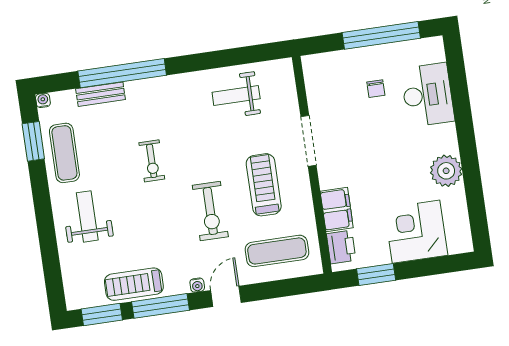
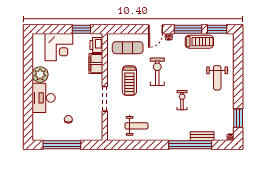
desk: (427, 95) -> (44, 98), moved
exercise mat: (64, 153) -> (224, 110), removed

